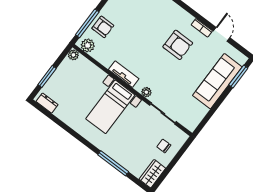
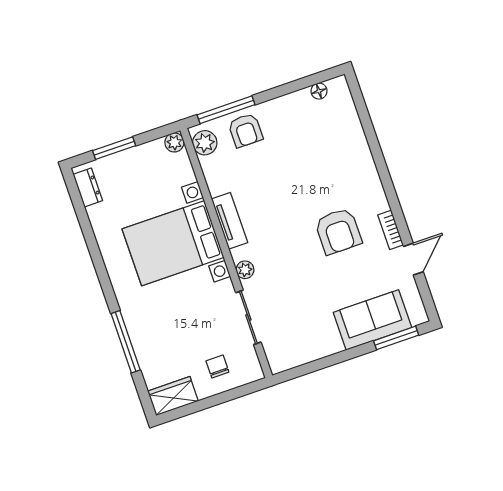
sofa: (217, 81) -> (372, 320), width x0.73
bed with nightstands: (110, 107) -> (173, 243), width x1.36

